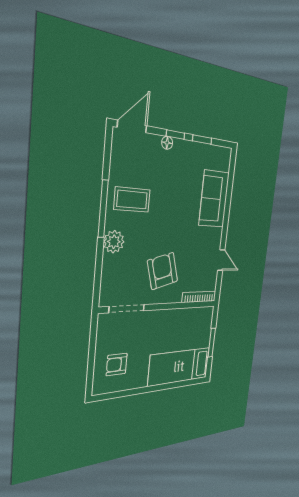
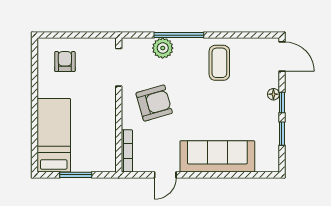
sofa: (214, 199) -> (217, 156), width x1.36
window: (103, 209) -> (179, 35), moved
plant: (114, 242) -> (163, 48), moved

